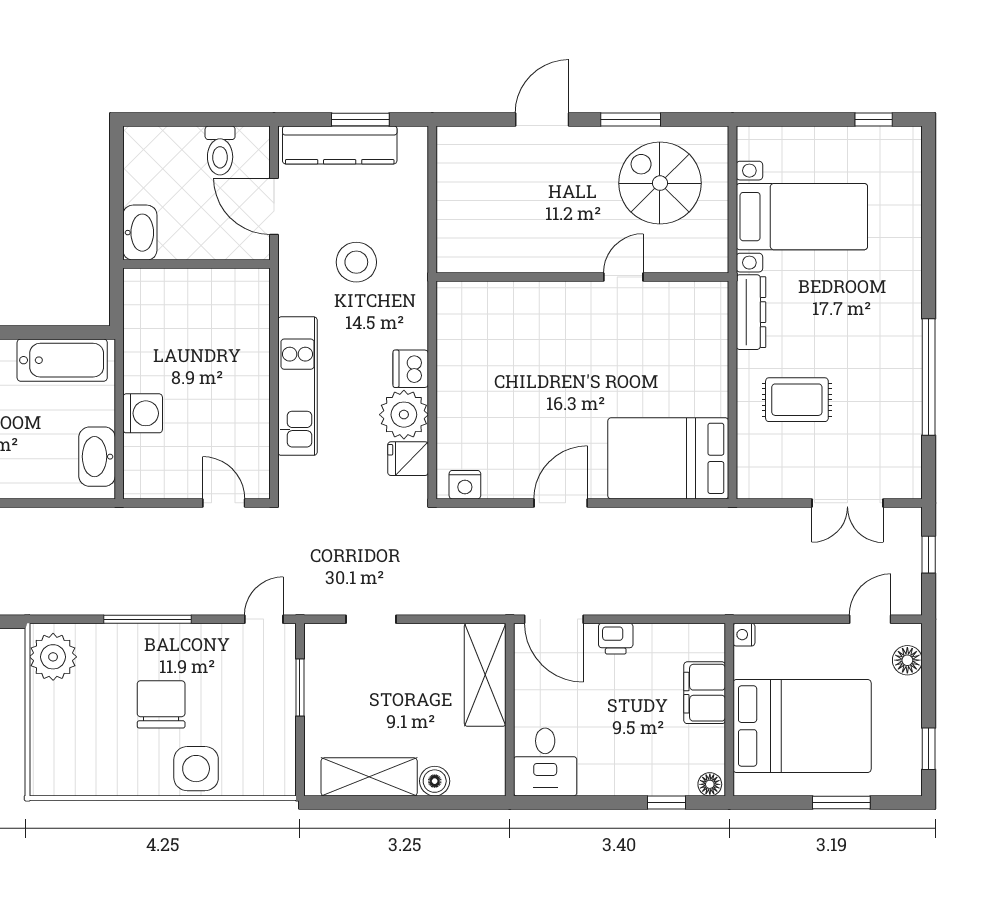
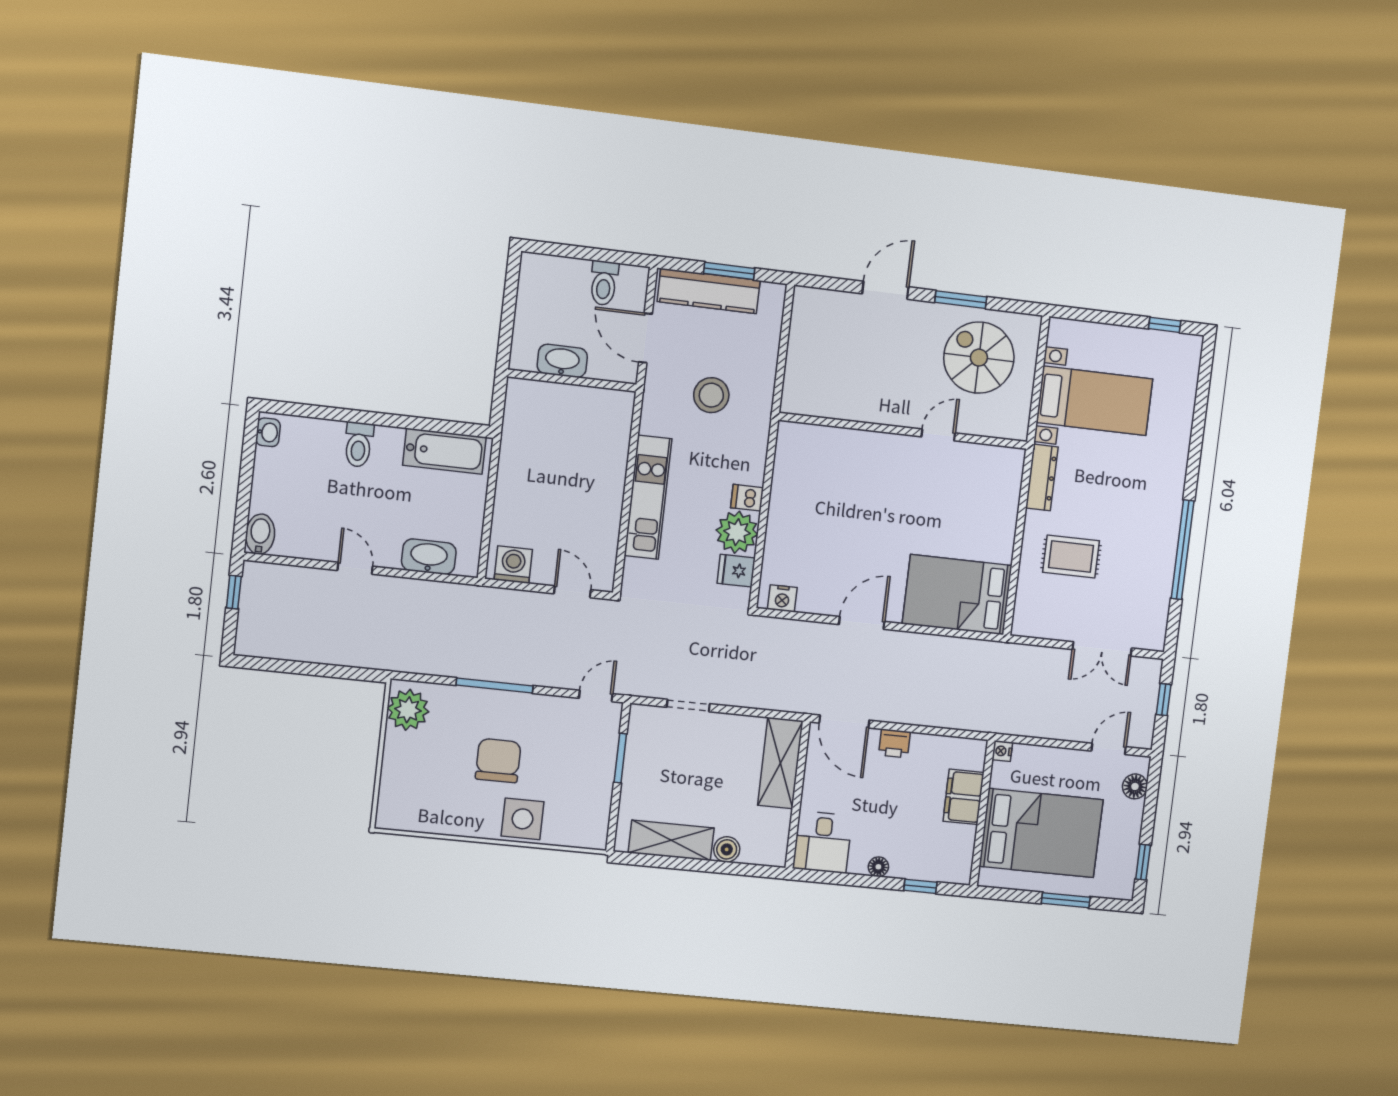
washbasin: (140, 233) -> (562, 361), moved, turned -90
dishwasher: (411, 369) -> (747, 498), width x0.73
washing machine: (143, 413) -> (513, 565), moved, turned -90
washbasin: (97, 457) -> (429, 557), moved, turned 90
floor lamp: (710, 784) -> (878, 867), moved

